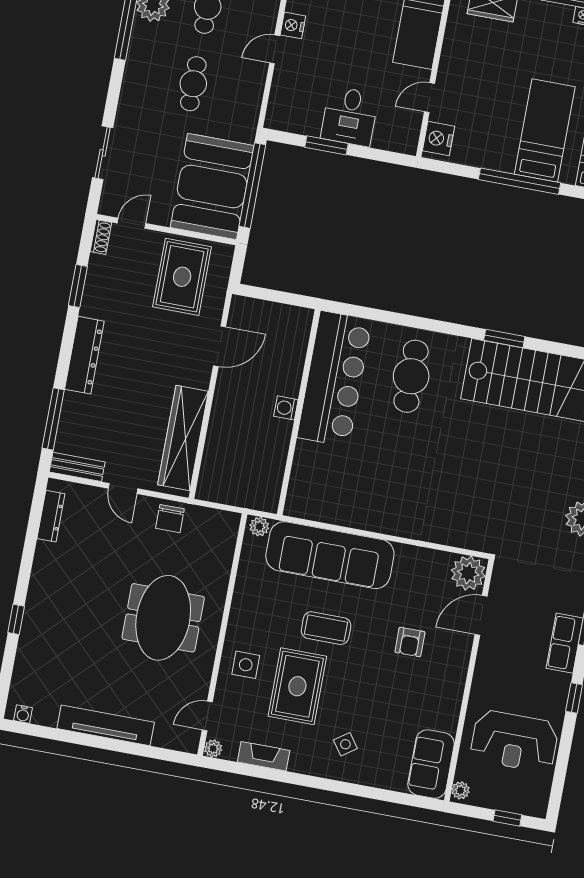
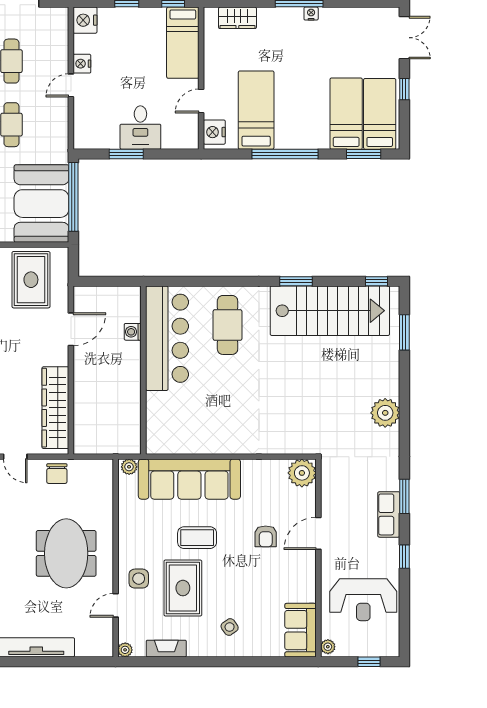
bed: (545, 131) -> (256, 110), moved
washing machine: (286, 408) -> (133, 332), moved
door: (481, 615) -> (318, 533), moved
door: (207, 716) -> (116, 605), moved

